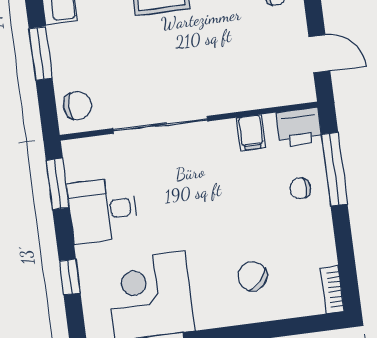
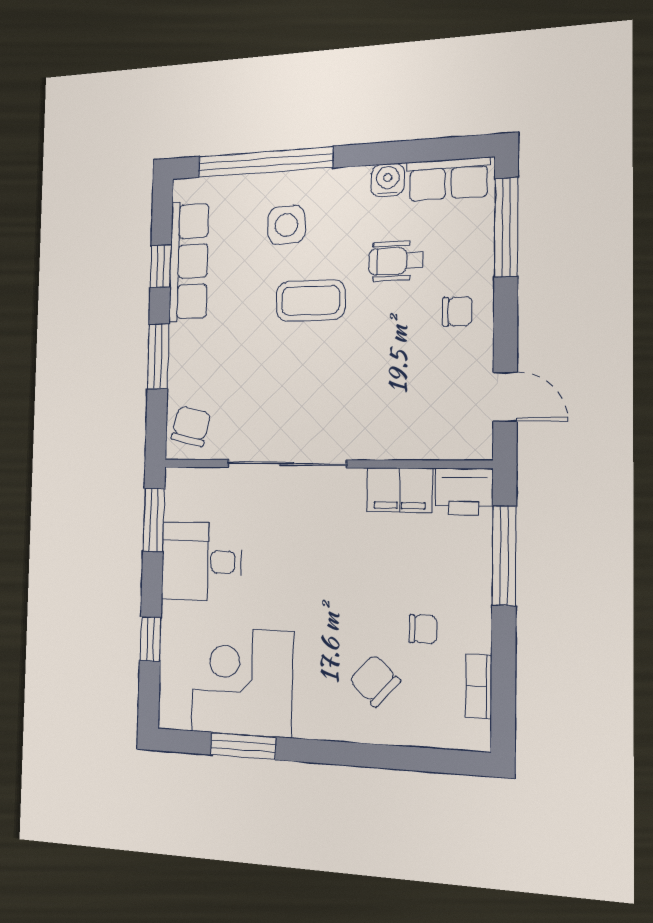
chair: (77, 106) -> (191, 426), turned -76
filing cabinet: (251, 133) -> (400, 490), width x2.00
chair: (300, 188) -> (423, 629), moved, turned 180
bookcase: (332, 290) -> (479, 686), moved

